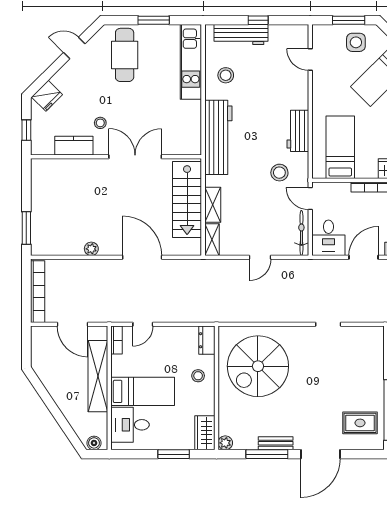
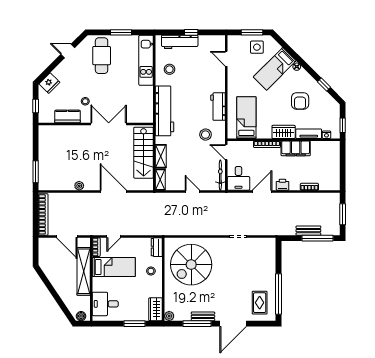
door: (260, 257) -> (193, 191), swing flipped
bed: (143, 391) -> (114, 267), moved
rug: (360, 423) -> (260, 303), turned 90

